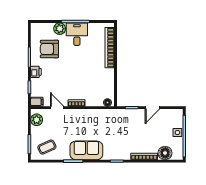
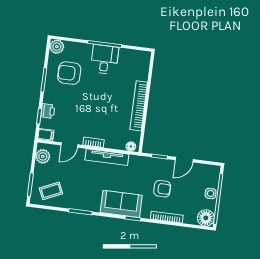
plant: (60, 29) -> (57, 47), moved
bookcase: (110, 48) -> (139, 106), moved
printer: (36, 72) -> (48, 111), moved
door: (57, 108) -> (69, 145), swing flipped
tv unit: (89, 114) -> (107, 157), added
armchair: (137, 134) -> (162, 189), added
sofa: (86, 150) -> (121, 204), moved
floor lamp: (165, 153) -> (206, 218), moved

